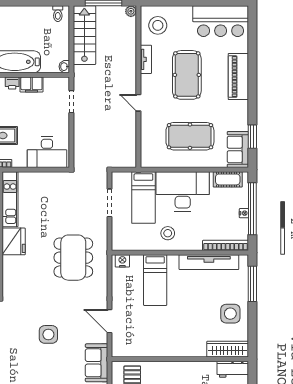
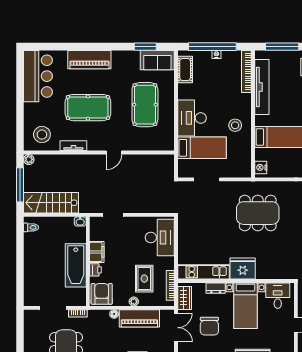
desk: (183, 191) -> (192, 118), width x0.73, depth x0.77

